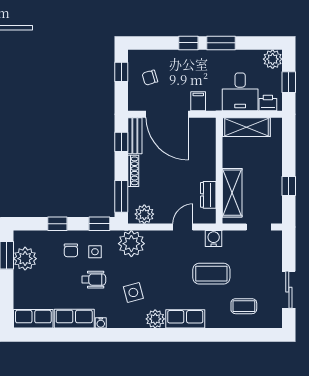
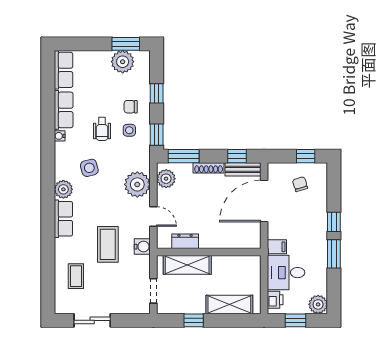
filing cabinet: (198, 101) -> (277, 247), moved
shelving: (246, 127) -> (229, 304), moved, turned 90
plant: (131, 244) -> (137, 184), moved

